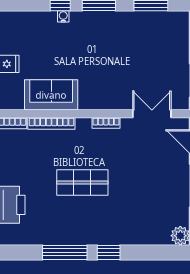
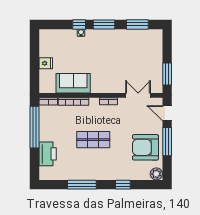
armchair: (163, 194) -> (145, 147), added
window: (109, 252) -> (123, 185), moved

